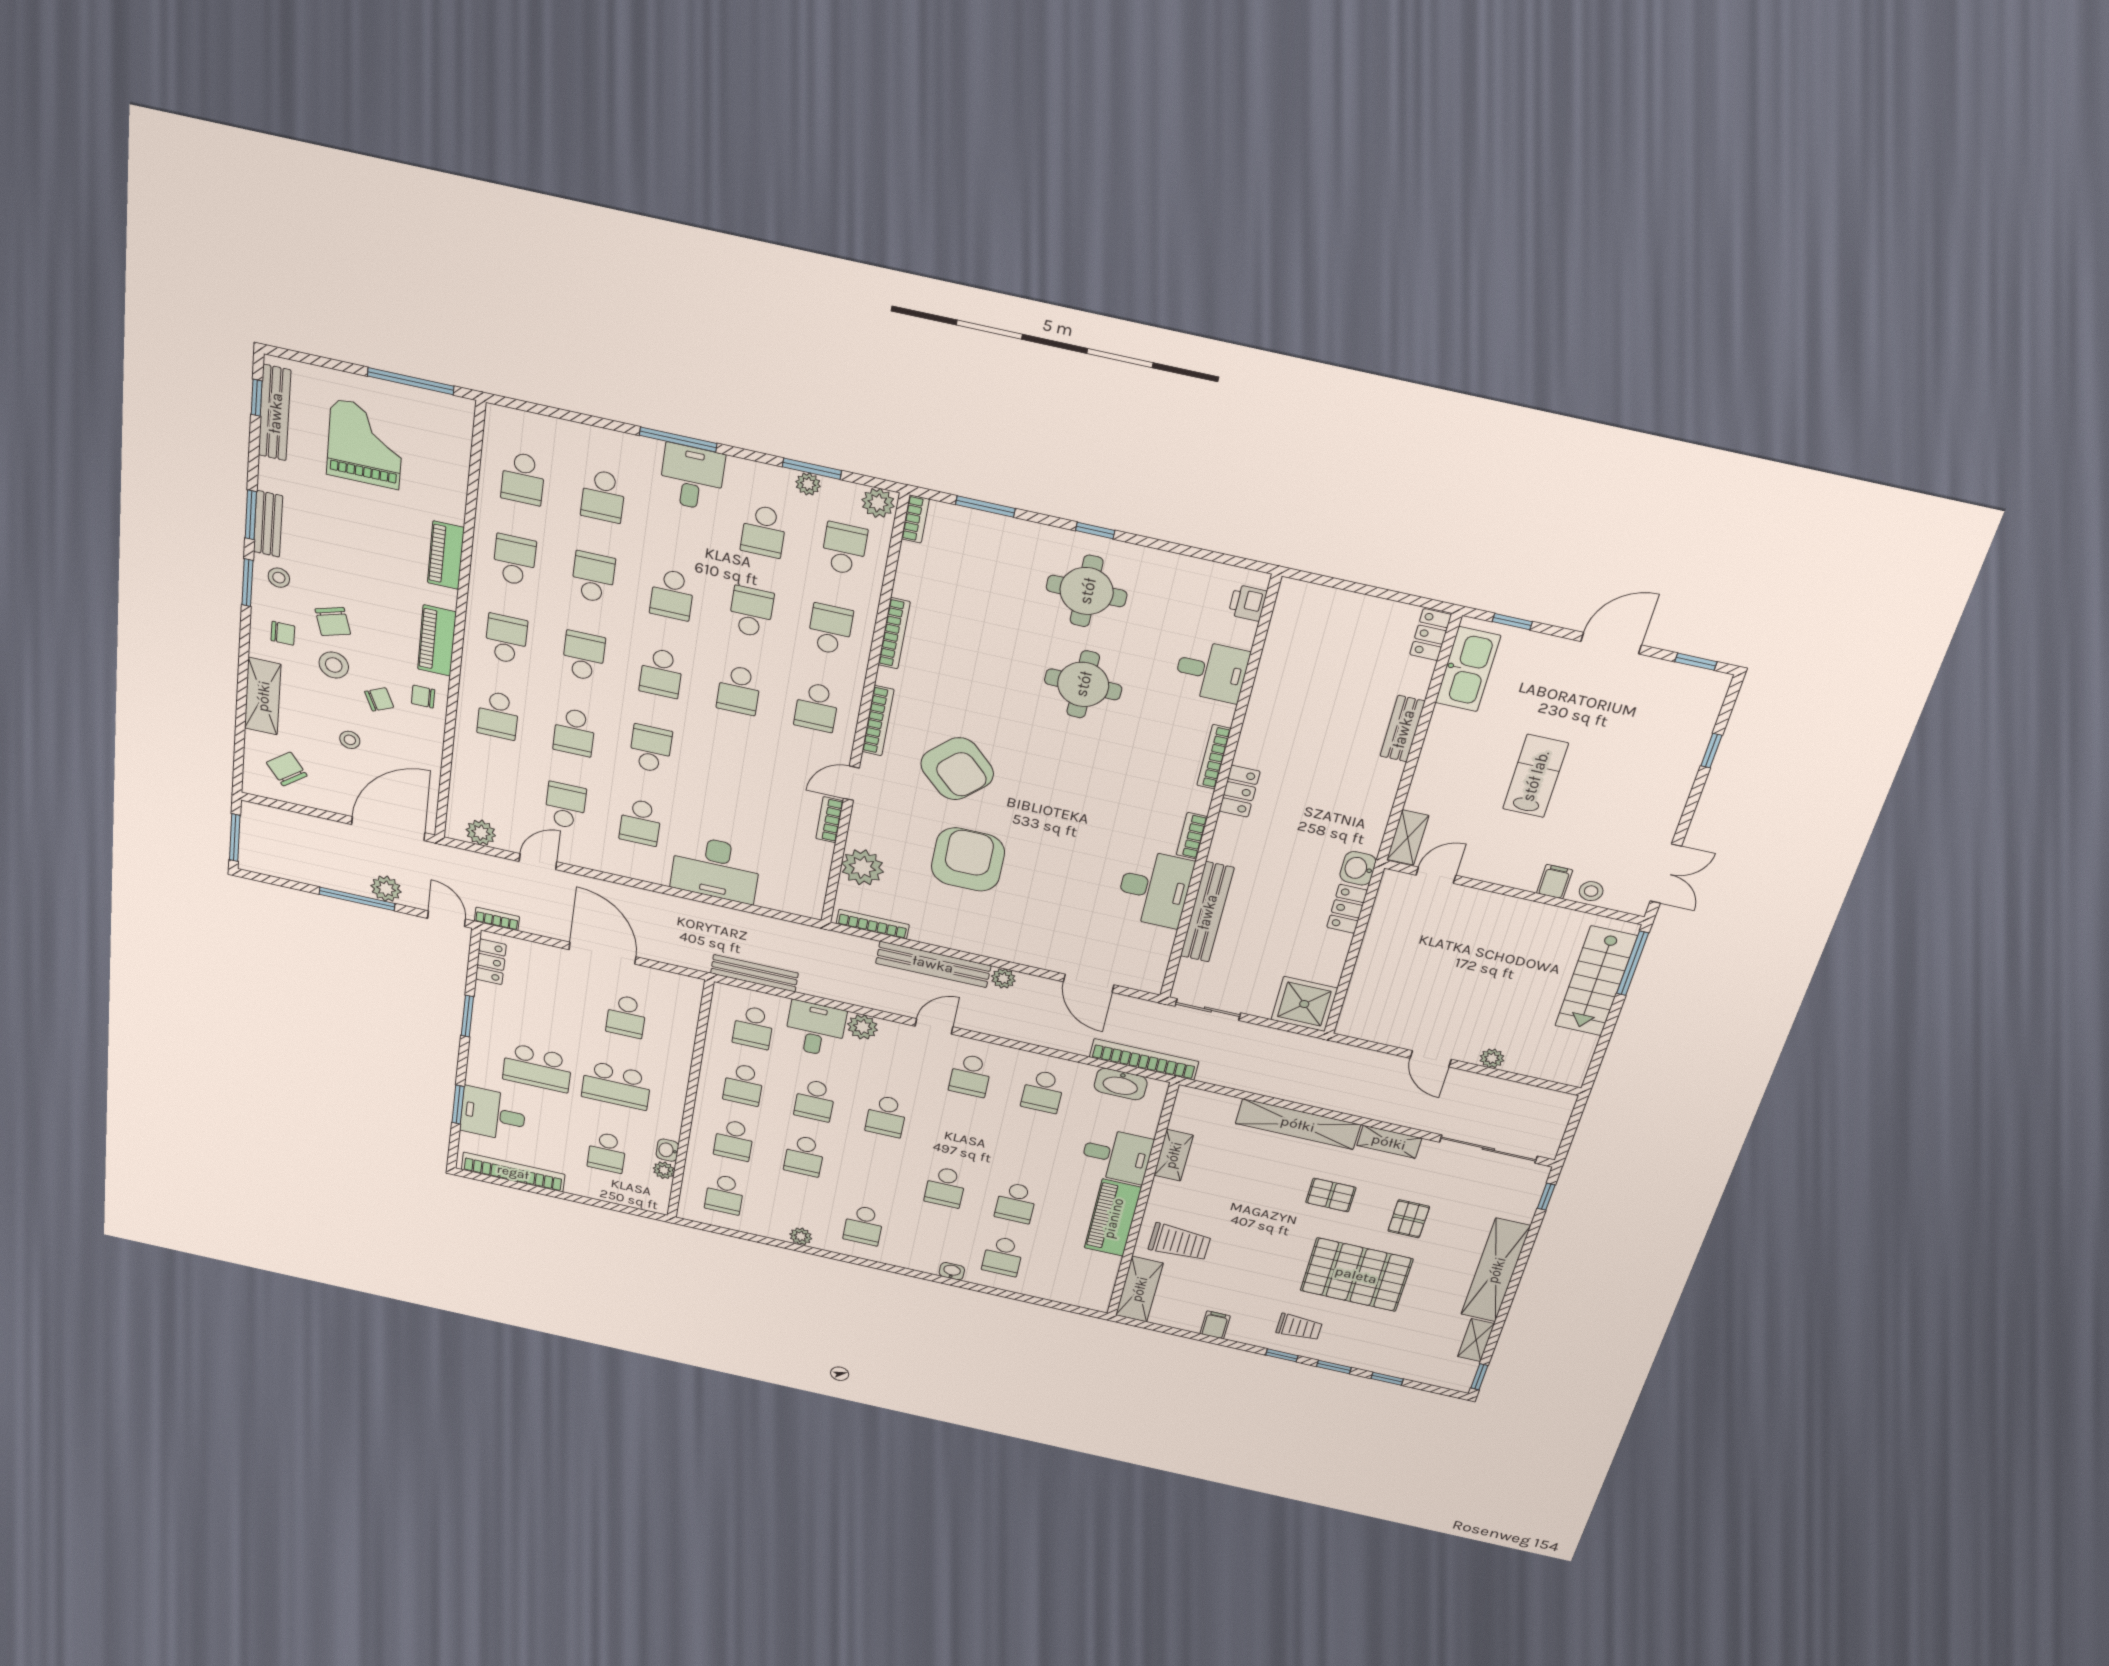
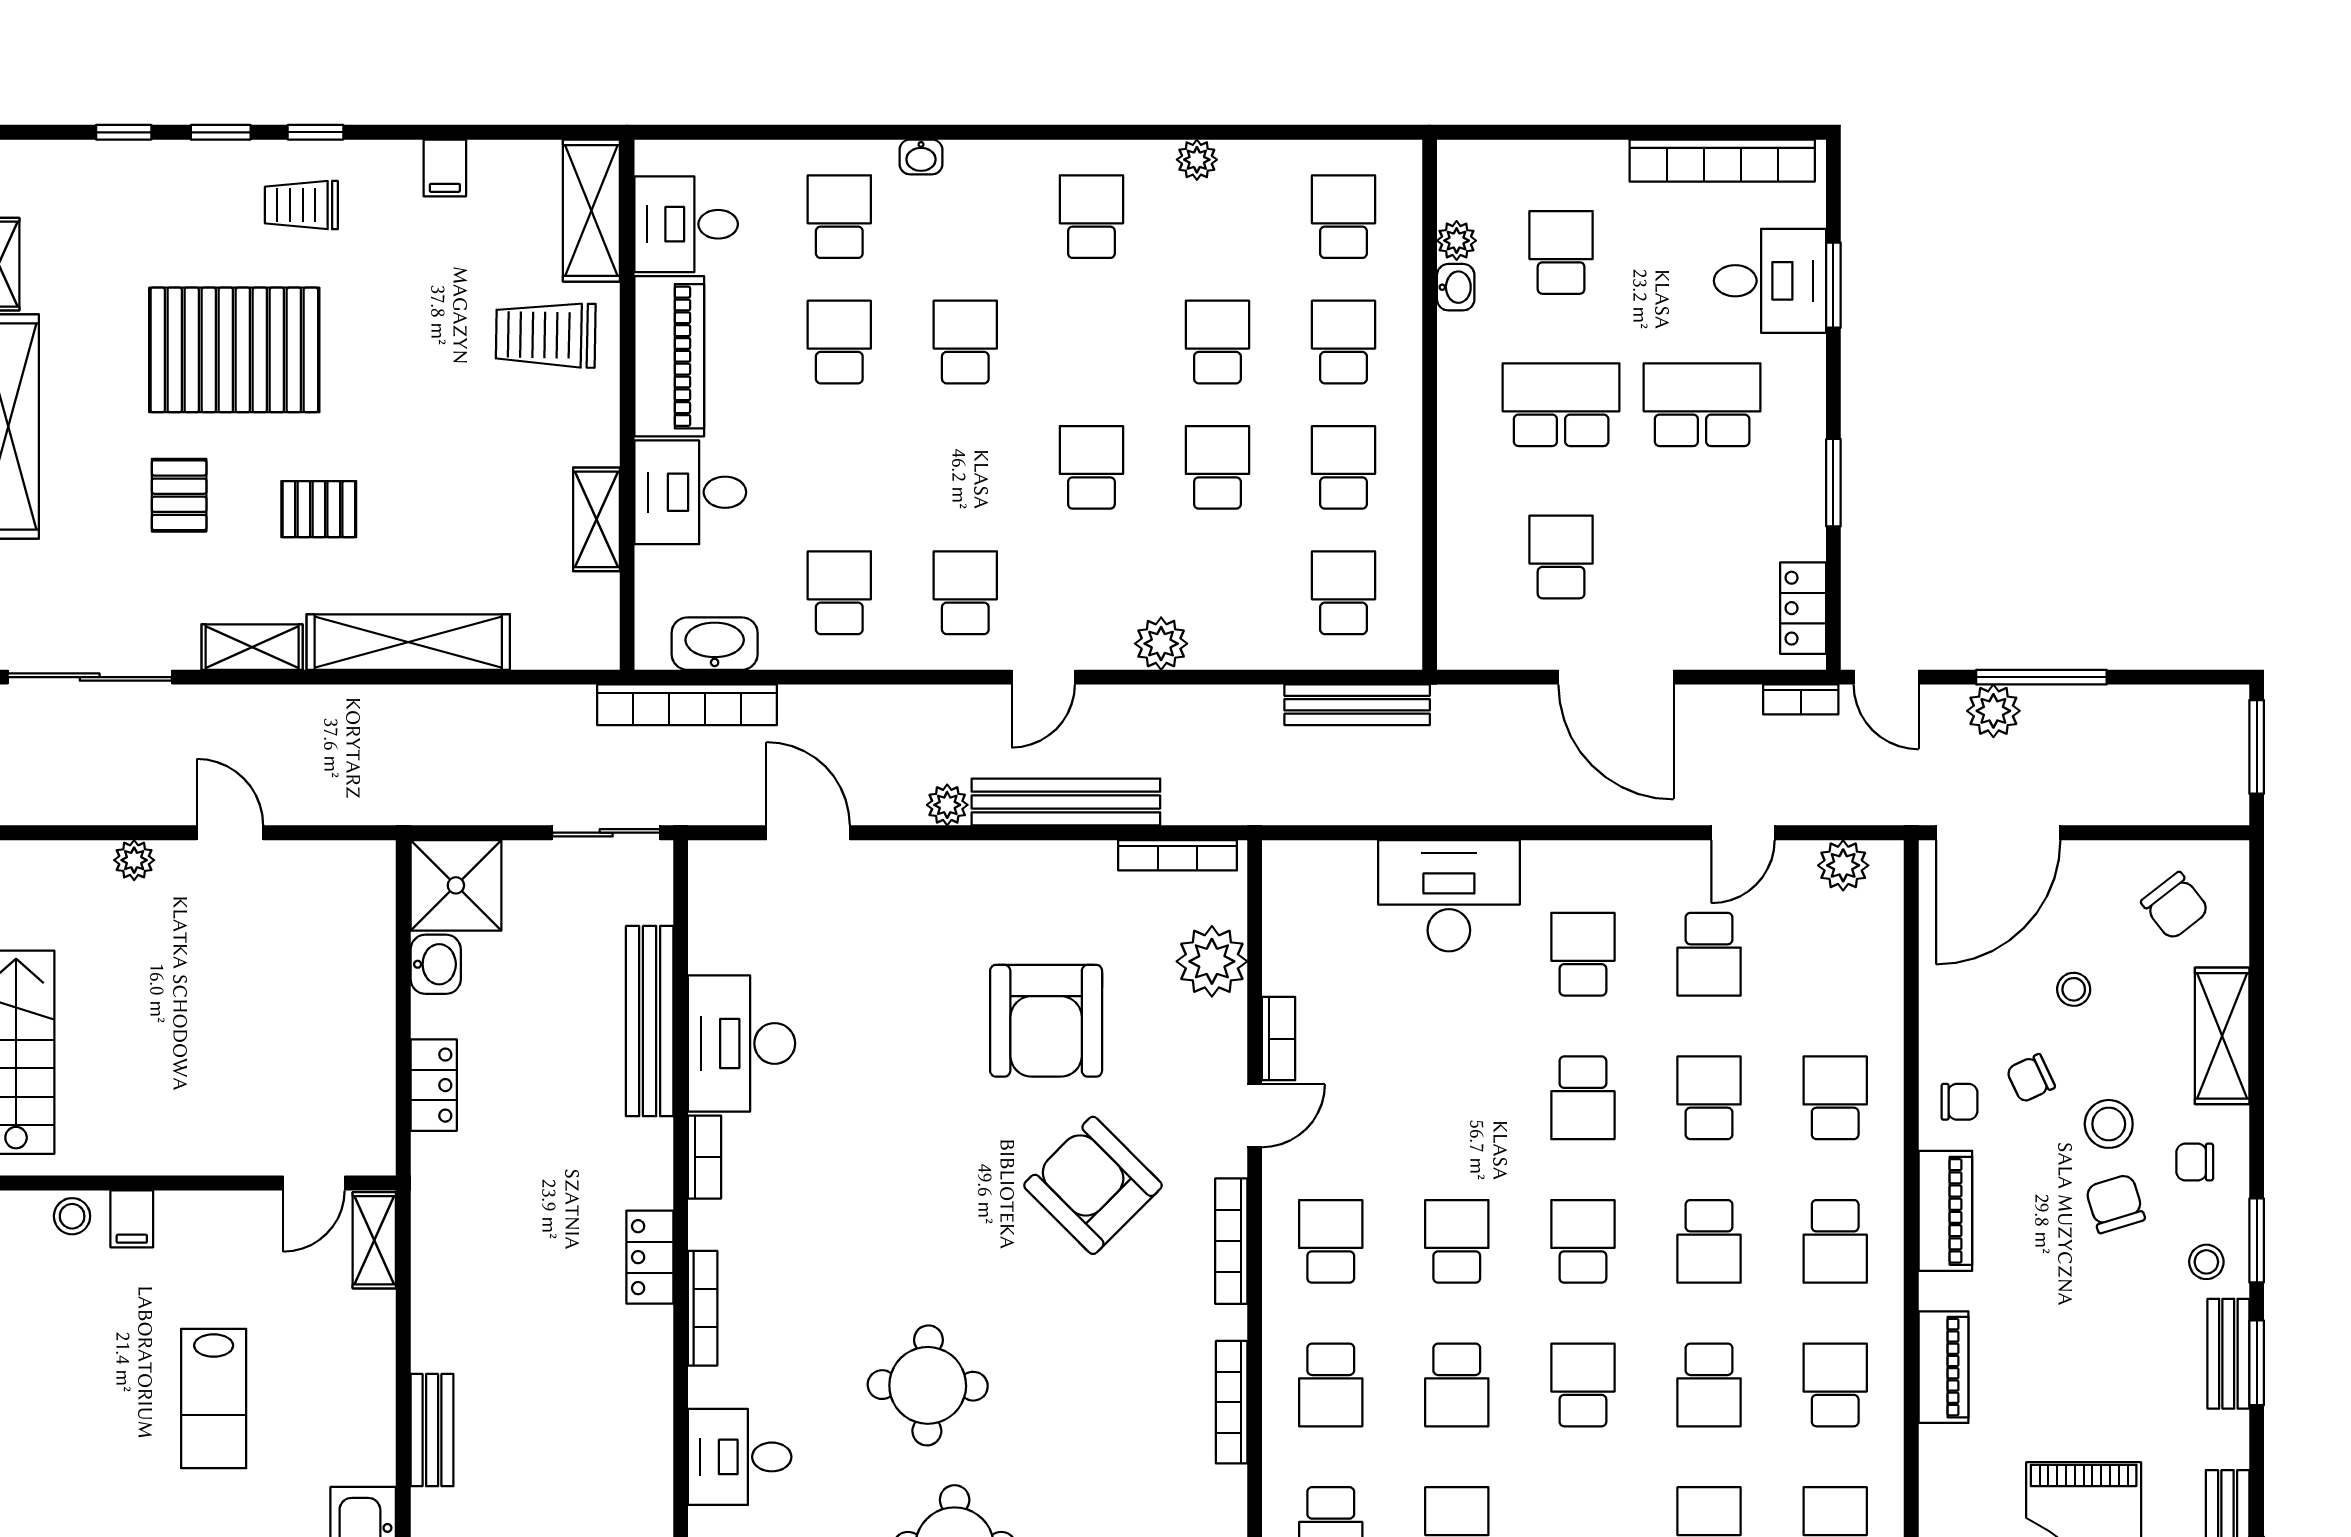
school desk: (514, 560) -> (1835, 1385), turned 180
washbasin: (1358, 868) -> (436, 964), moved
desk: (815, 1029) -> (686, 224), moved, turned 90

